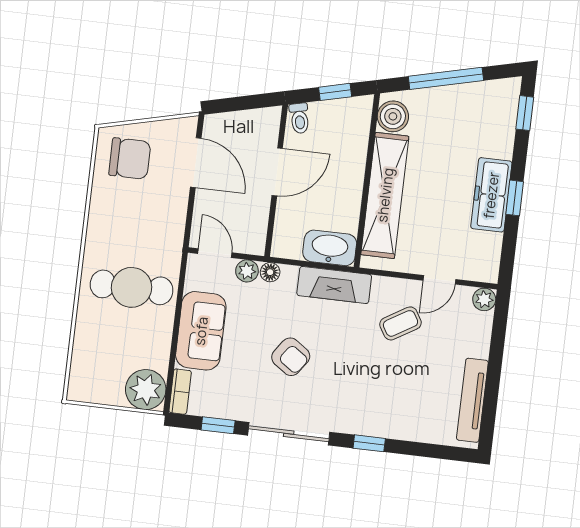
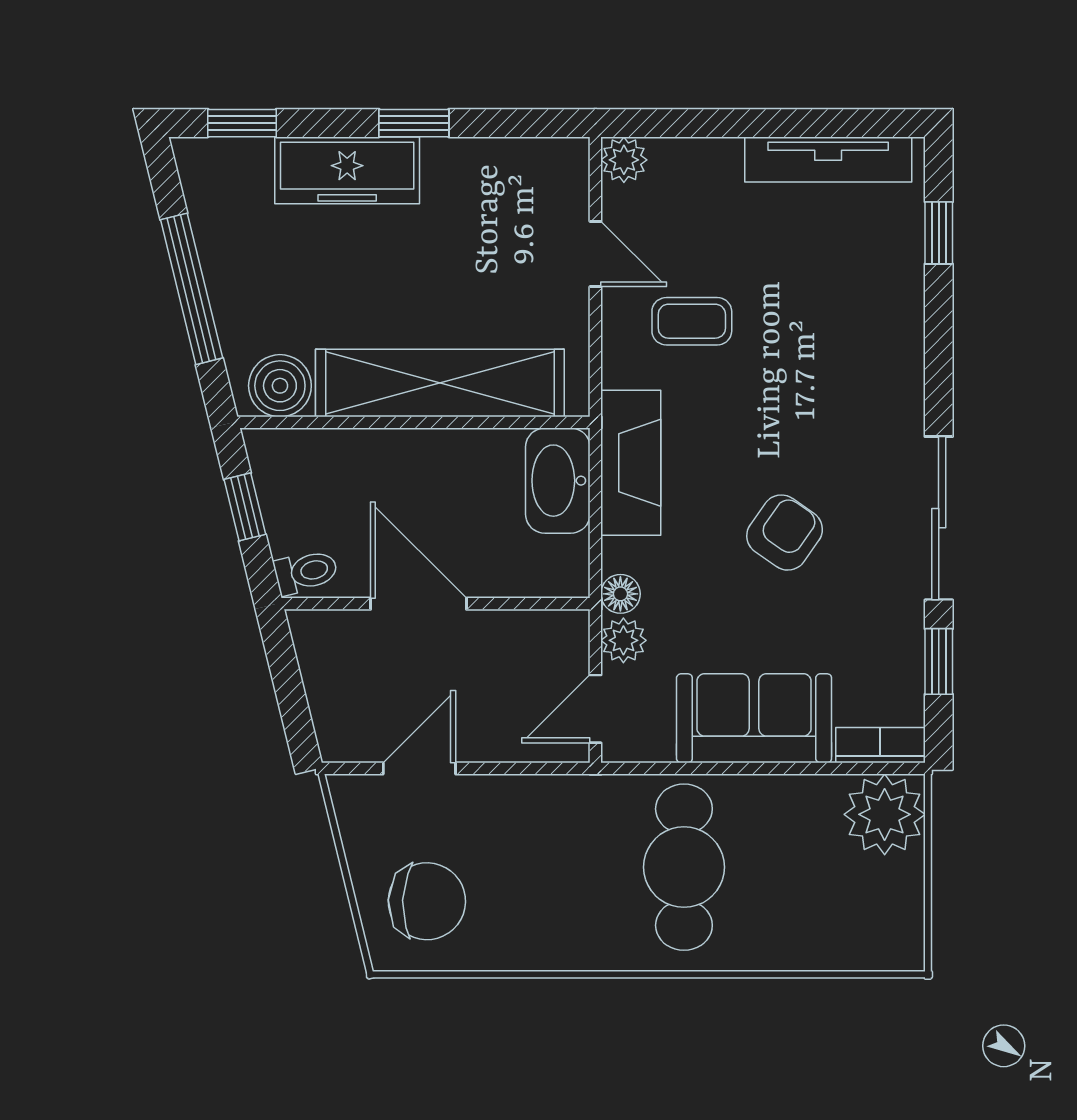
chair: (130, 159) -> (427, 901), turned 92
door: (196, 163) -> (419, 768), width x0.73
freezer: (491, 195) -> (347, 170), moved
coffee table: (400, 323) -> (692, 321), turned -59
window: (369, 443) -> (939, 233), moved

